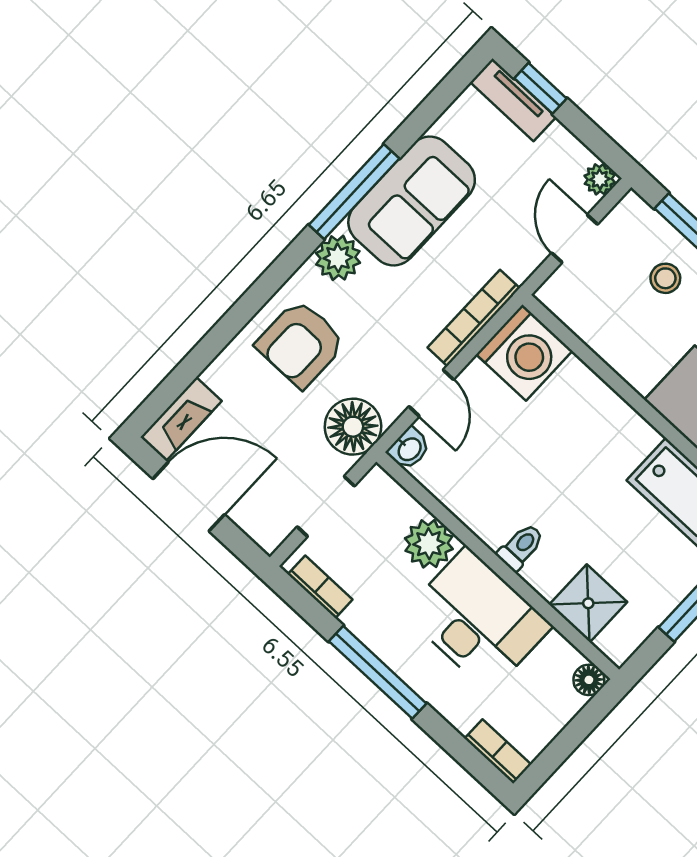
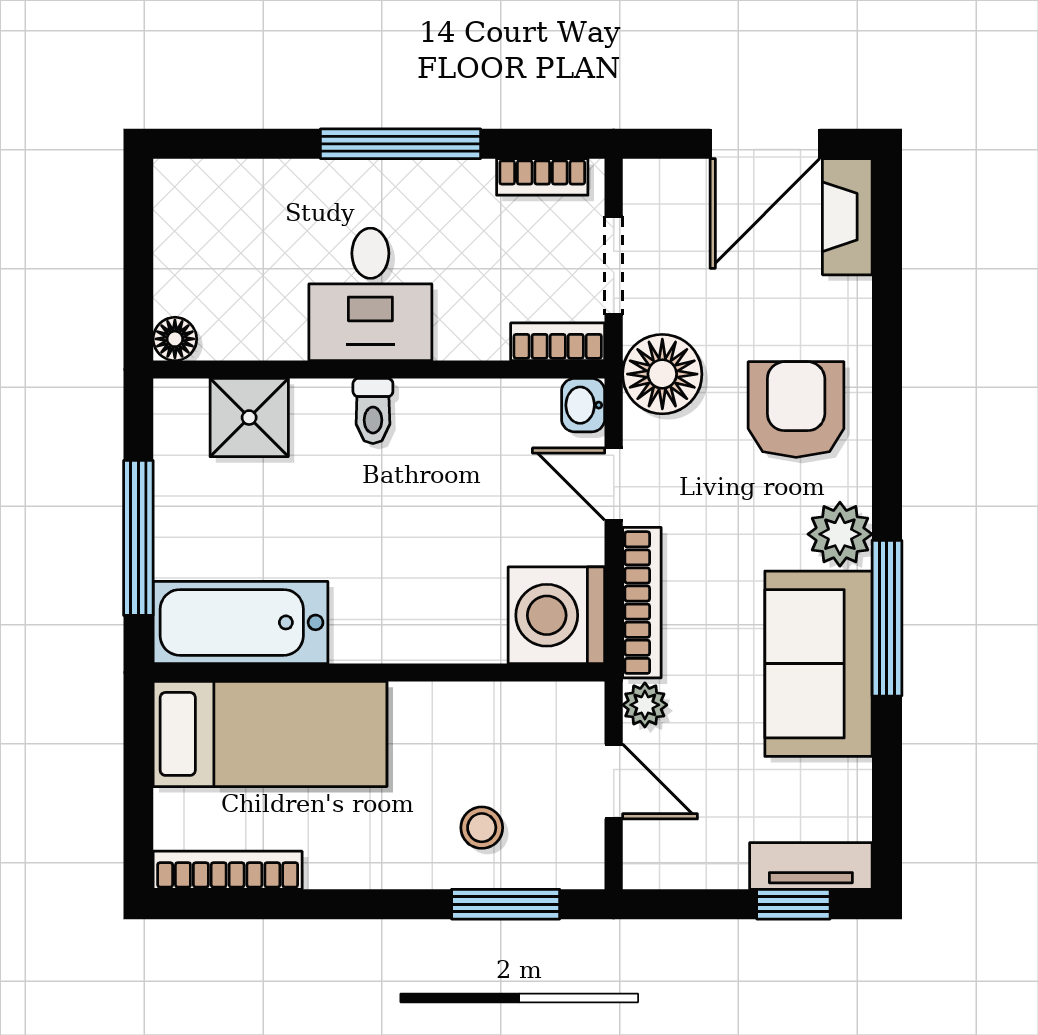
plant: (600, 179) -> (645, 705), moved
plant: (429, 544) -> (471, 326), removed
desk: (478, 620) -> (370, 294), width x0.73
bookcase: (498, 751) -> (558, 342), moved, turned 180

